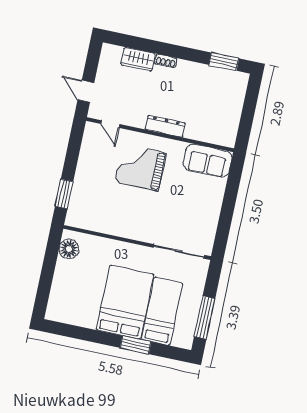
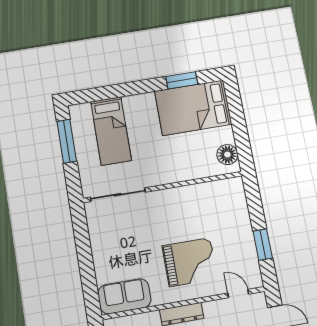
window: (64, 194) -> (263, 245), moved
bed: (125, 302) -> (193, 108), moved, turned 90
window: (136, 345) -> (182, 80), moved

